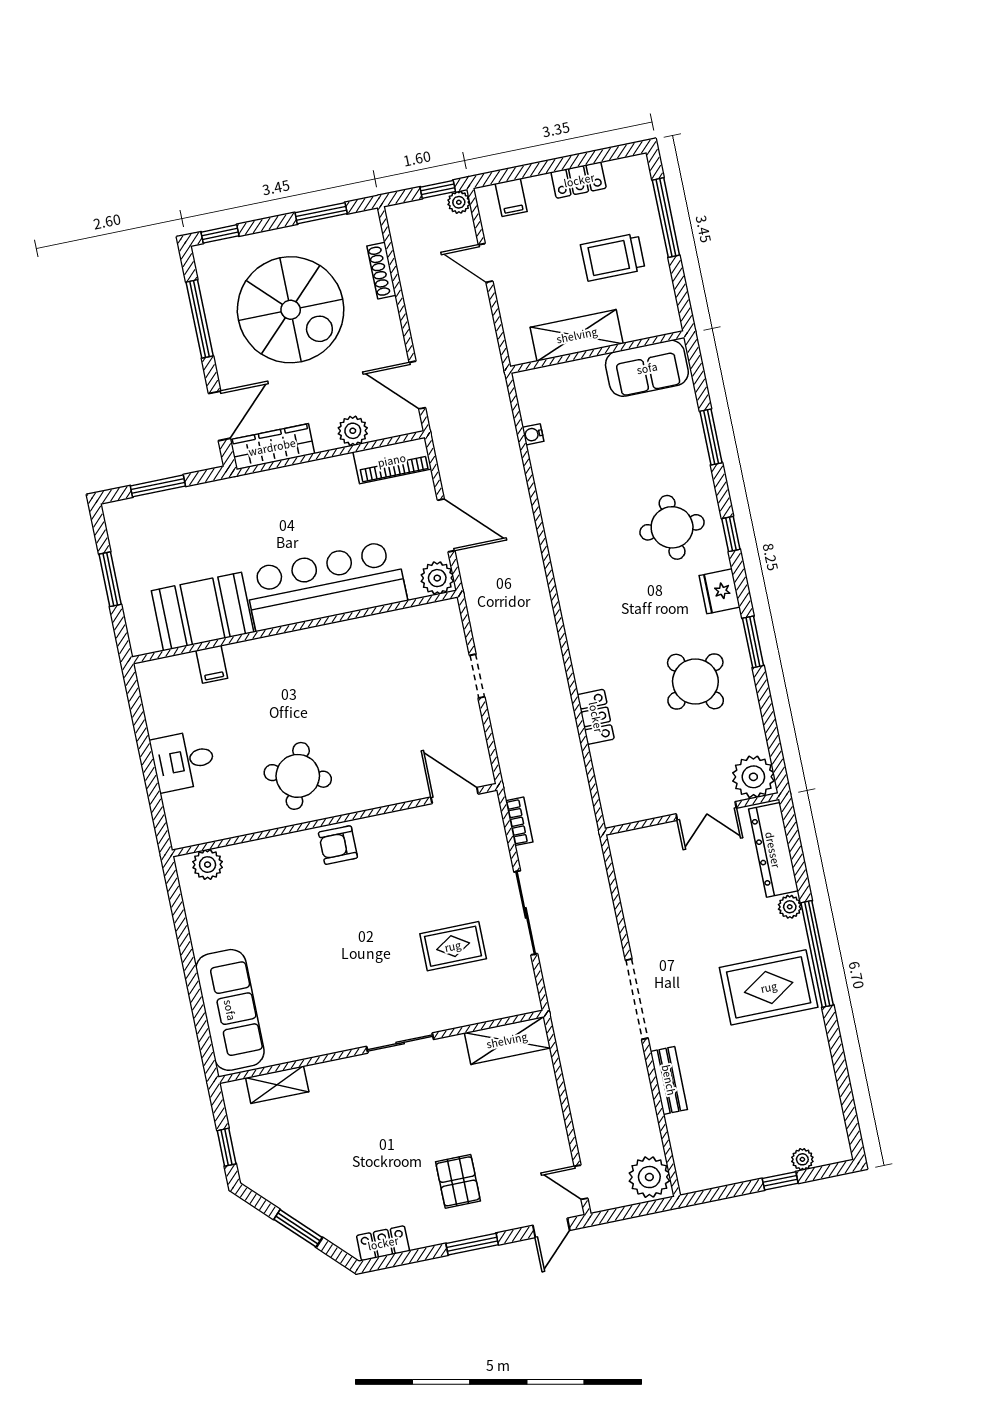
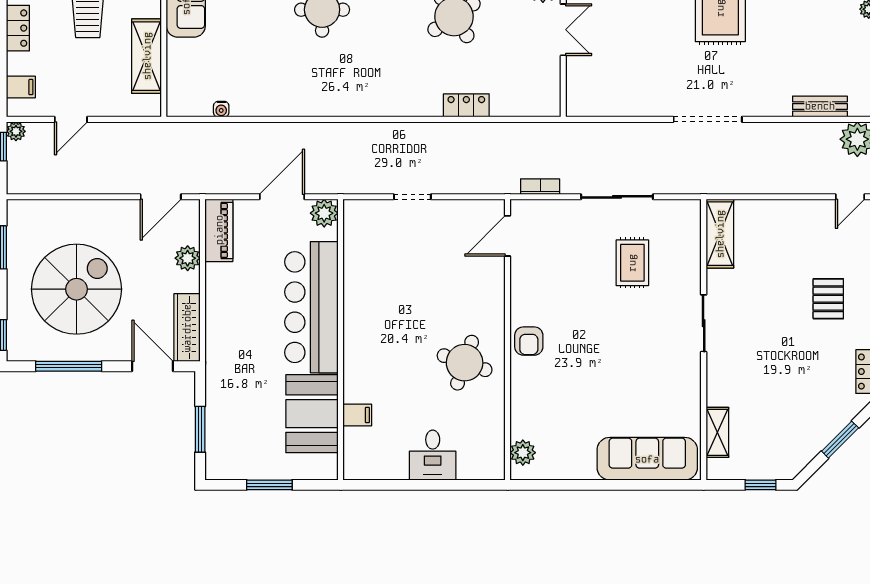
shoe rack: (382, 271) -> (60, 207), removed
bench: (669, 1080) -> (820, 106), moved
pallet: (458, 1181) -> (828, 299), turned 90

